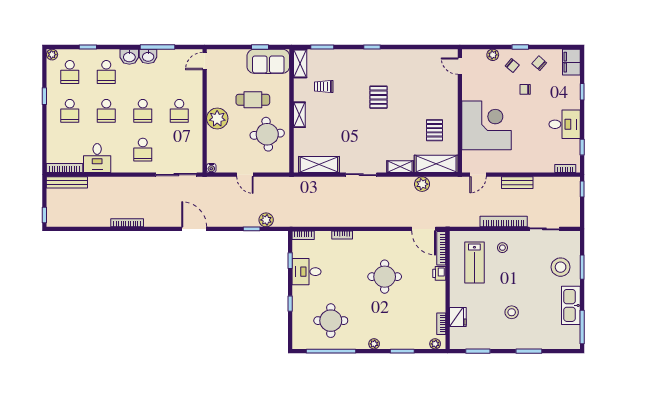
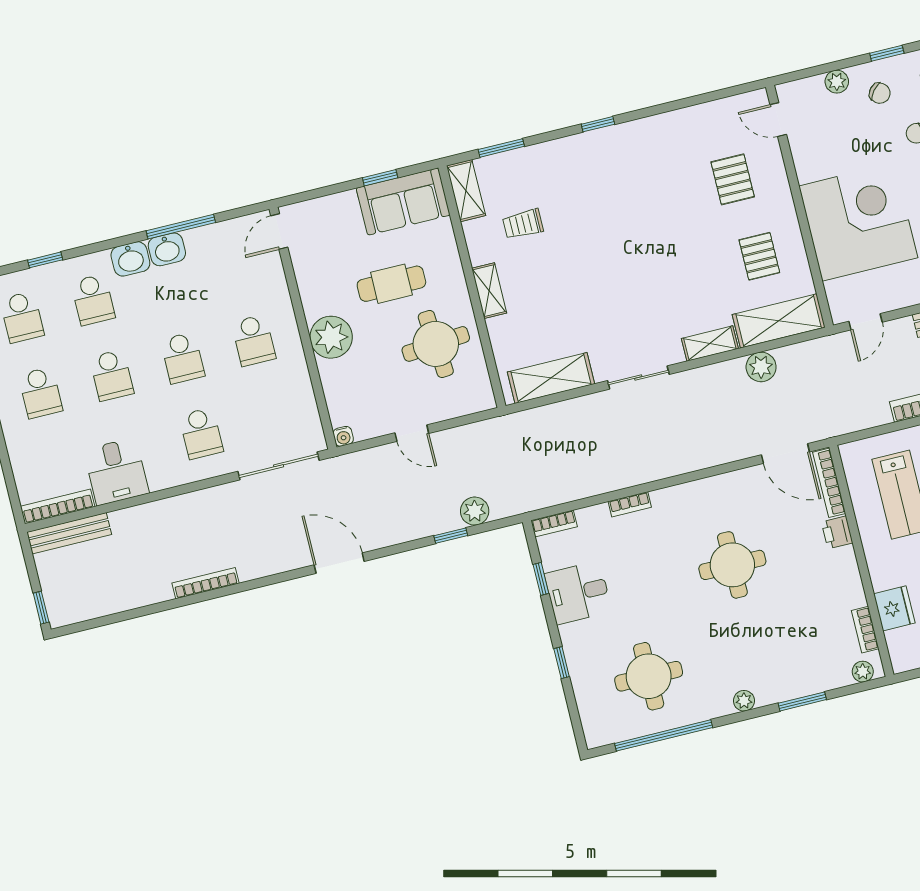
pallet: (379, 97) -> (733, 179), moved

